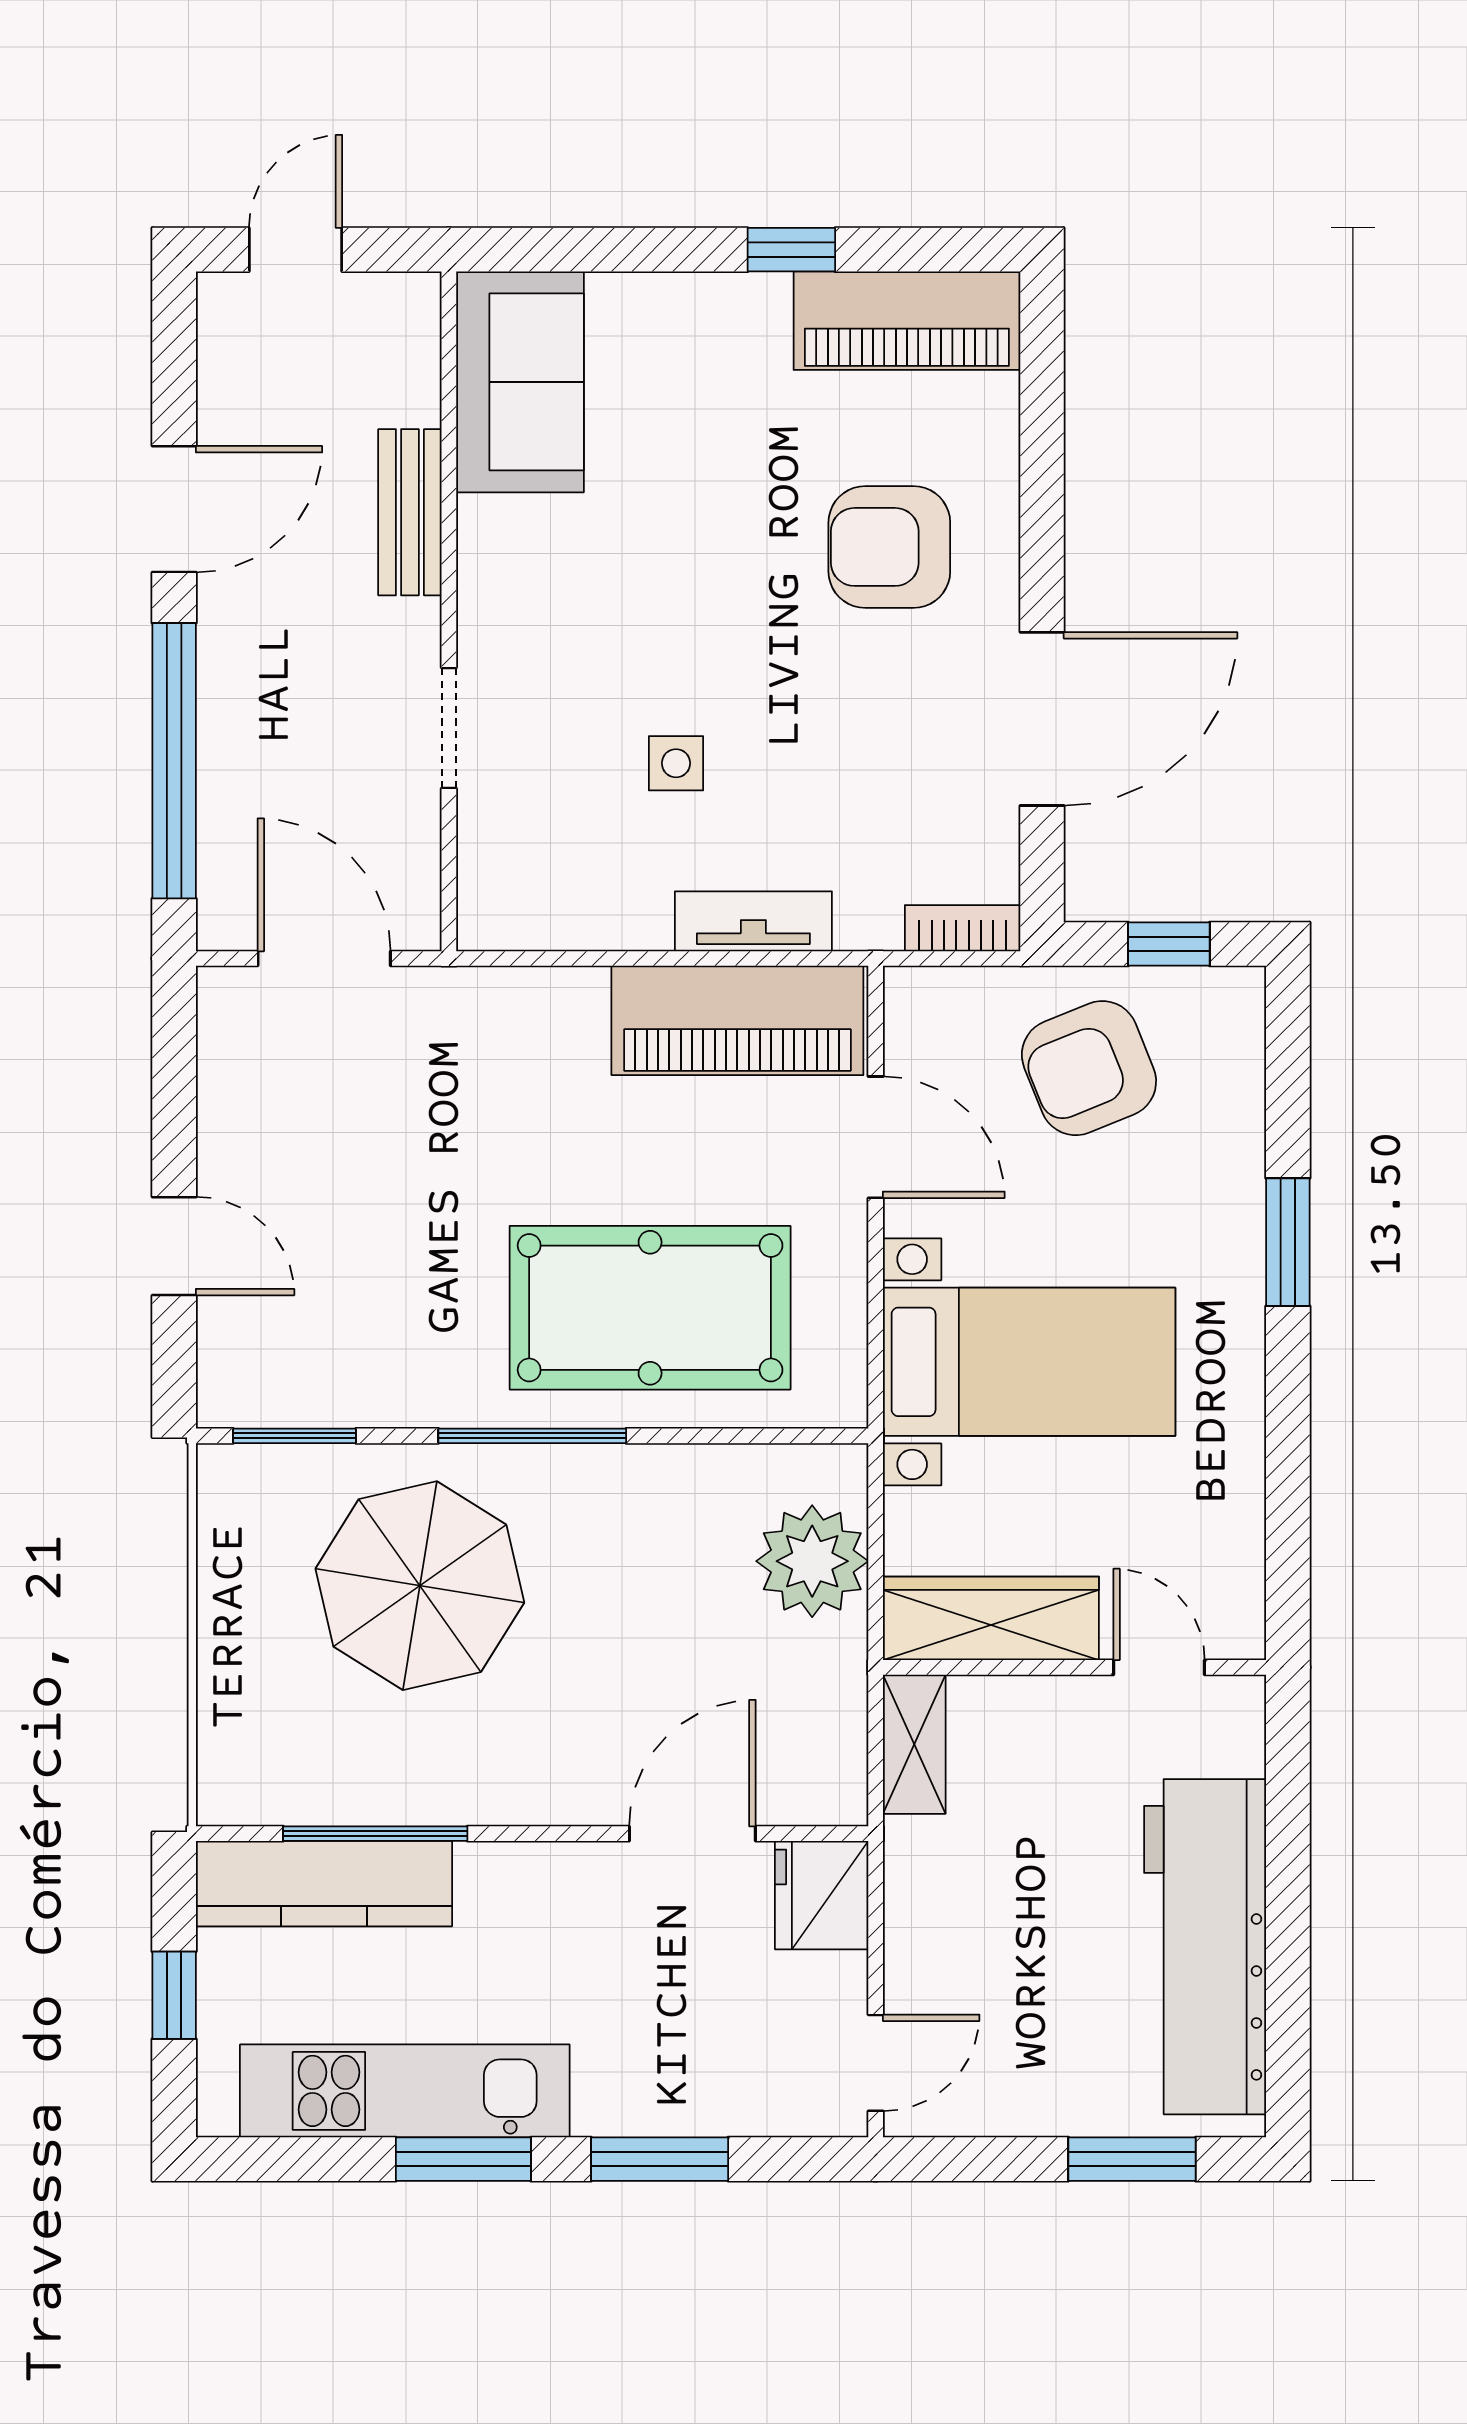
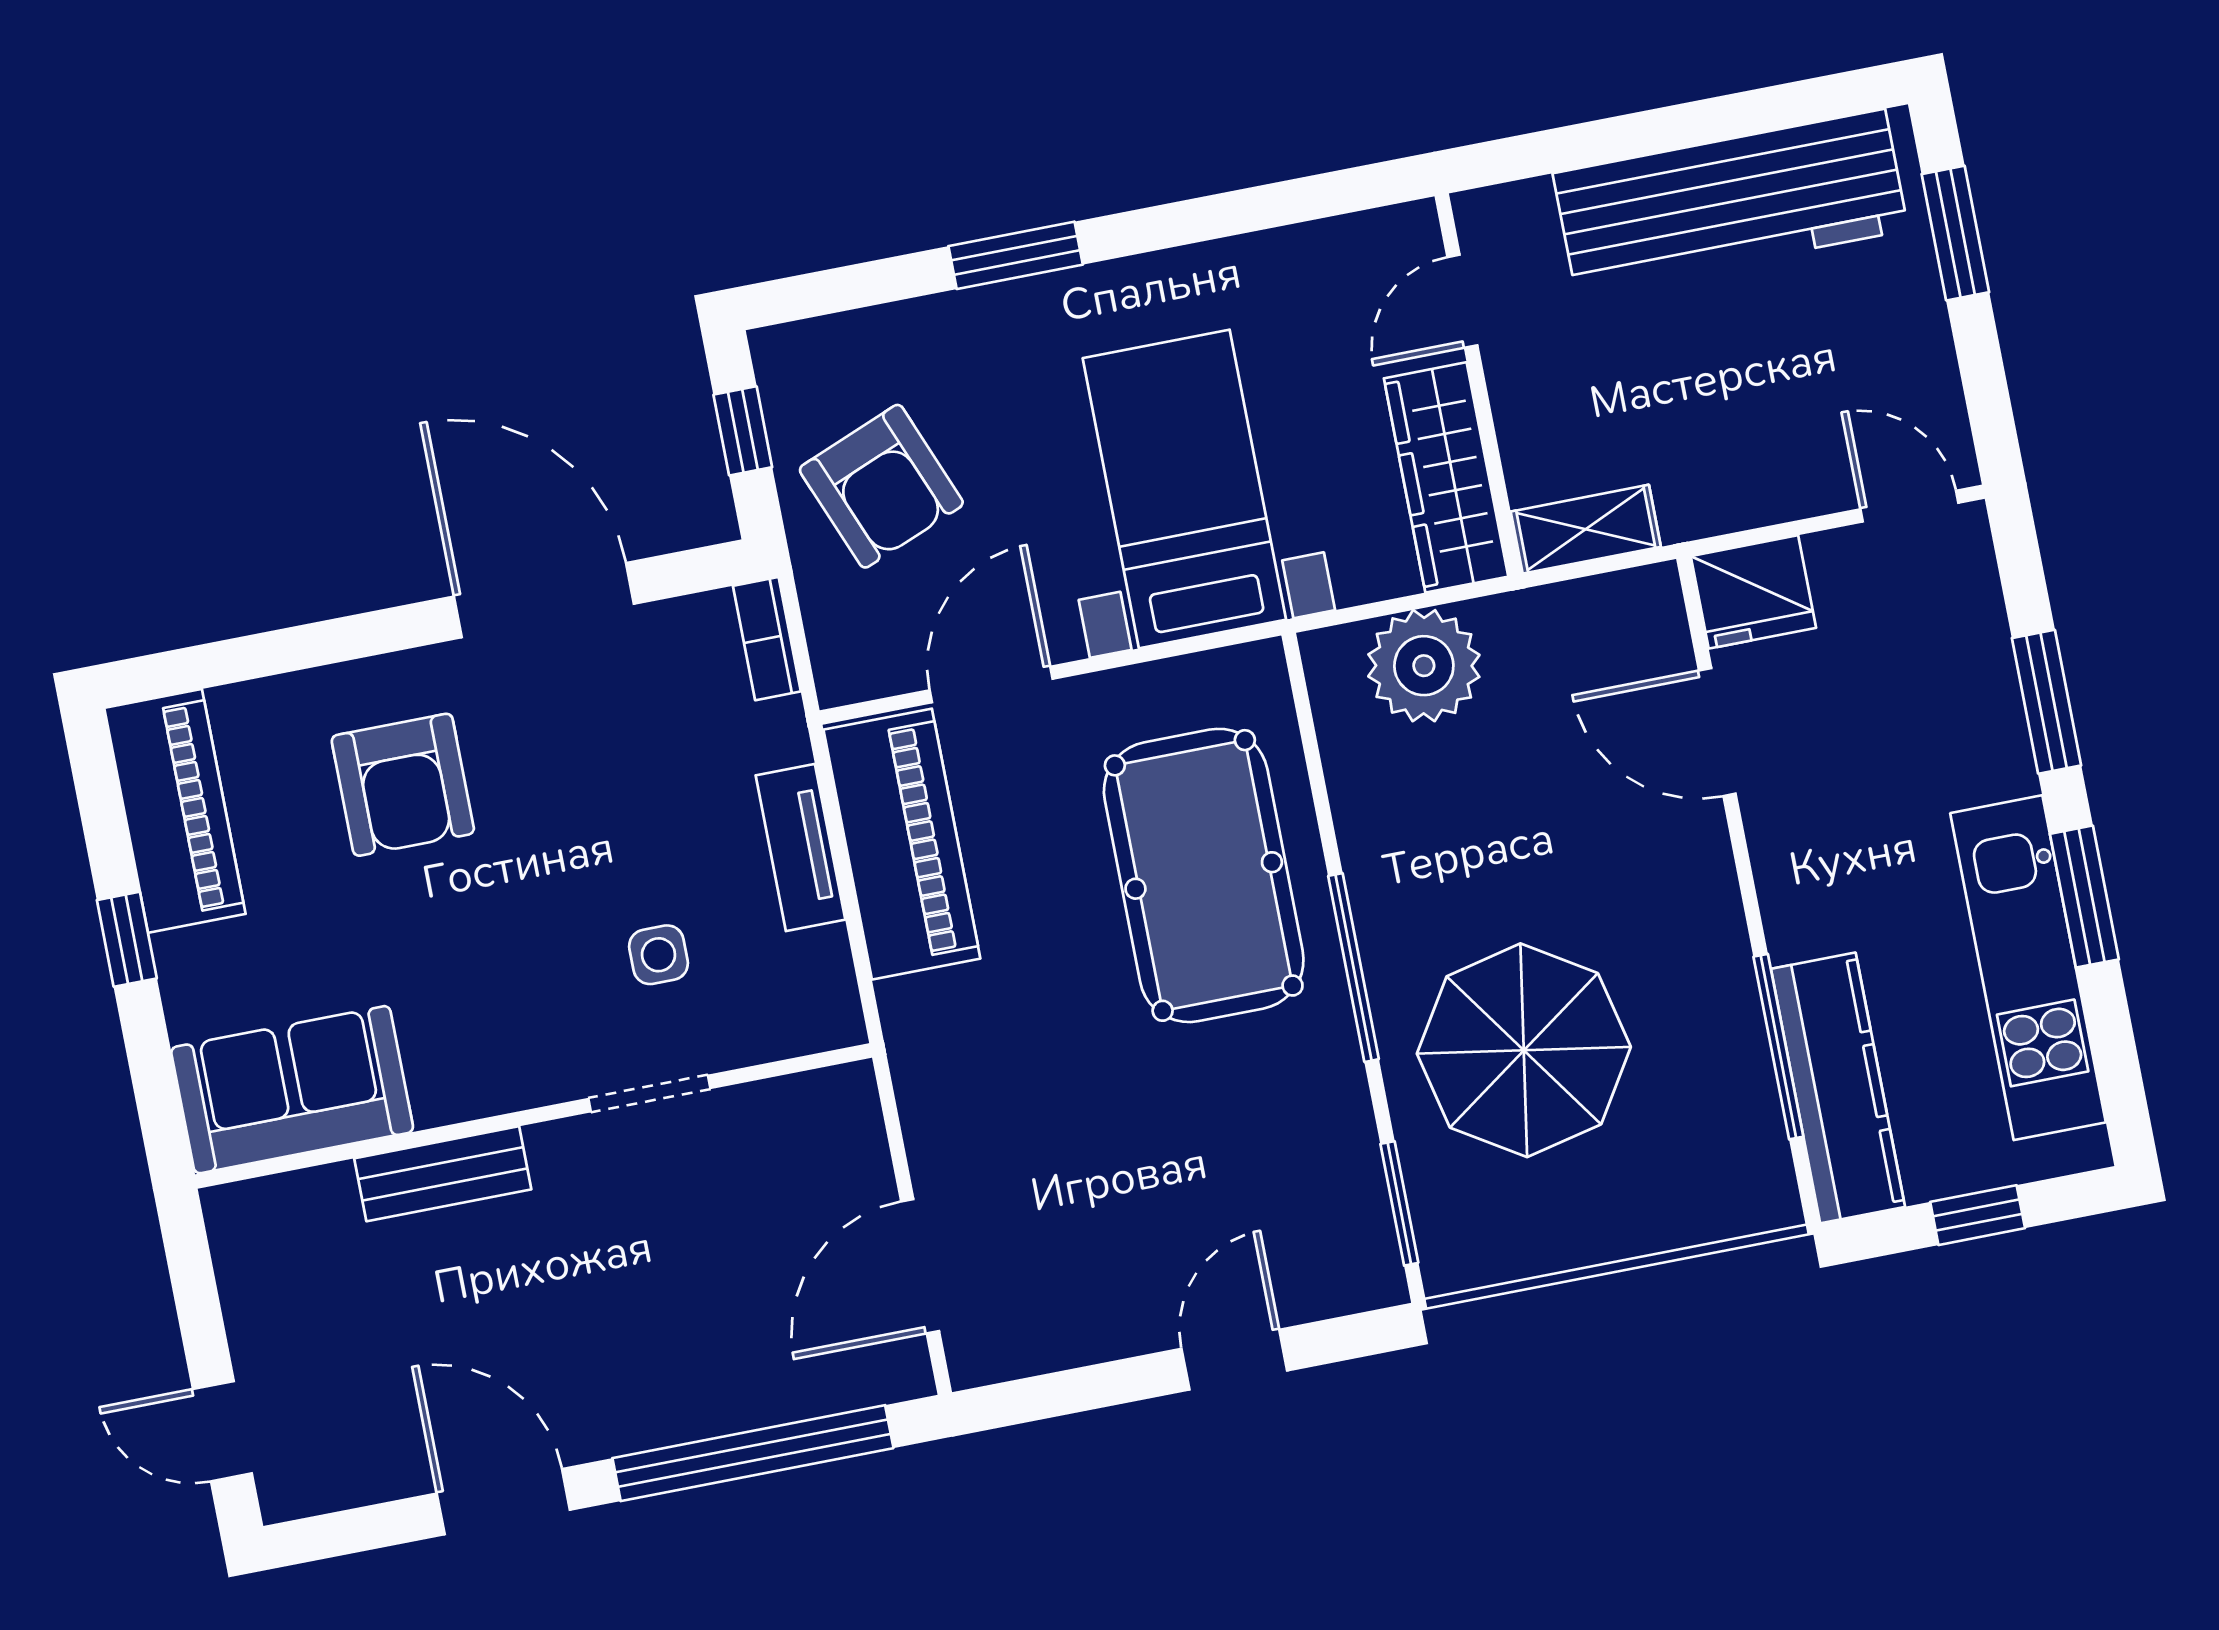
sofa: (520, 382) -> (292, 1090), moved
bench: (410, 512) -> (443, 1174), moved
wall: (449, 611) -> (533, 1116), moved
doorway: (449, 728) -> (649, 1093), moved

